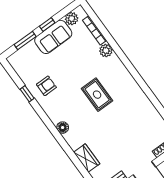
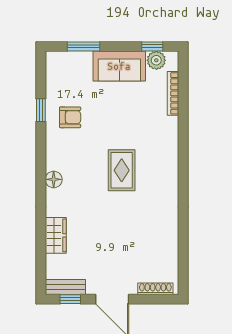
window: (47, 25) -> (152, 46), moved
plant: (106, 51) -> (169, 126), removed

